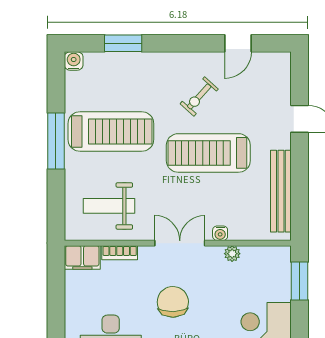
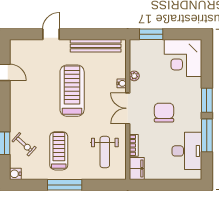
exercise bike: (199, 96) -> (24, 144), moved
treadmill: (111, 131) -> (59, 151), width x0.73, depth x0.73
treadmill: (208, 153) -> (72, 91), turned 180
chair: (173, 302) -> (164, 113), turned 91

